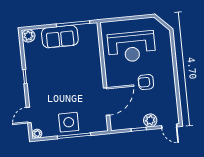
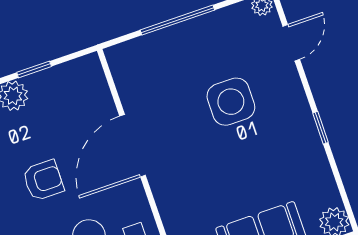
door: (107, 102) -> (133, 146), moved
side table: (69, 122) -> (231, 102), moved

